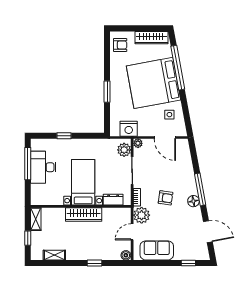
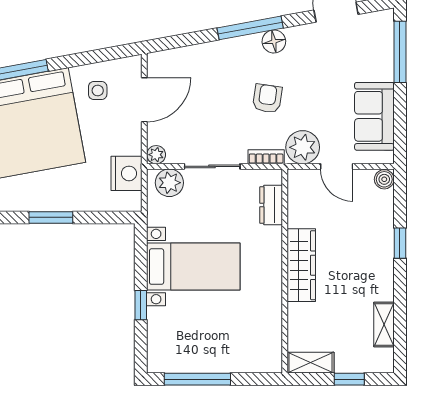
desk: (43, 167) -> (205, 347), removed
bed with nightstands: (83, 182) -> (193, 267), moved, turned 180
window: (188, 263) -> (400, 52), width x2.17

